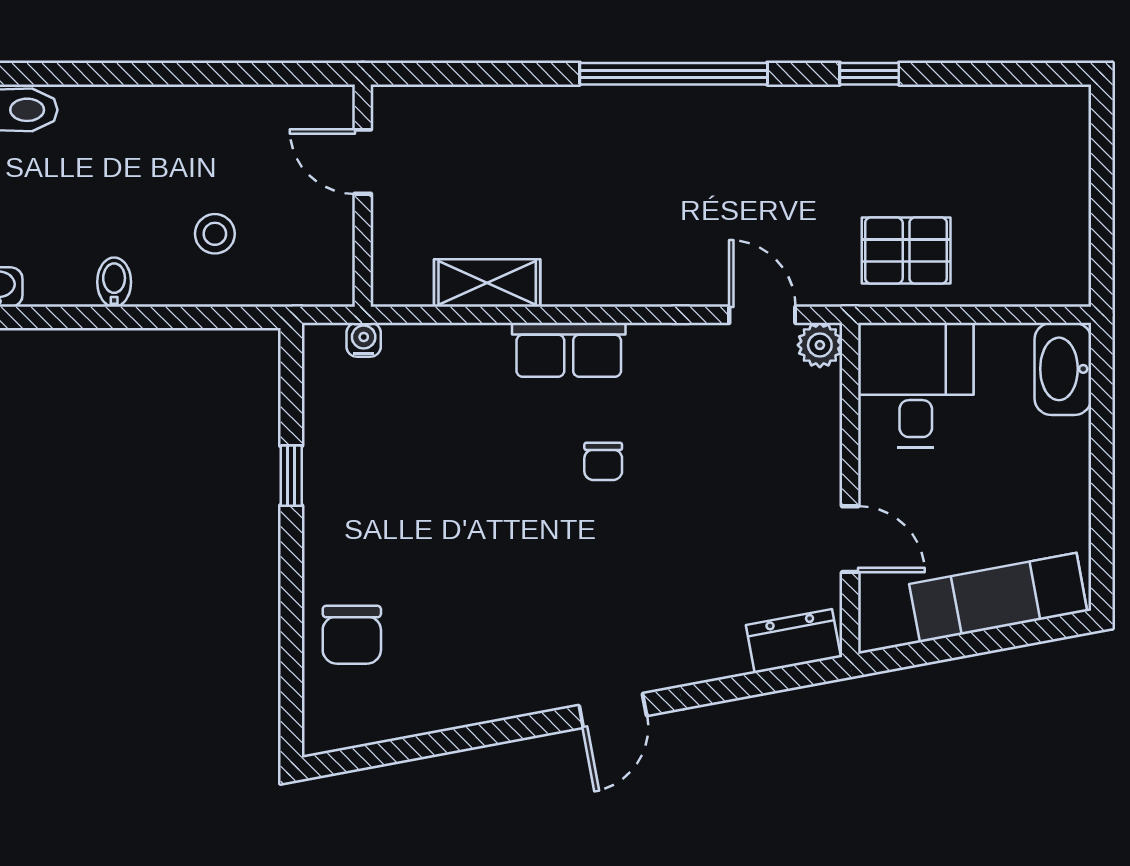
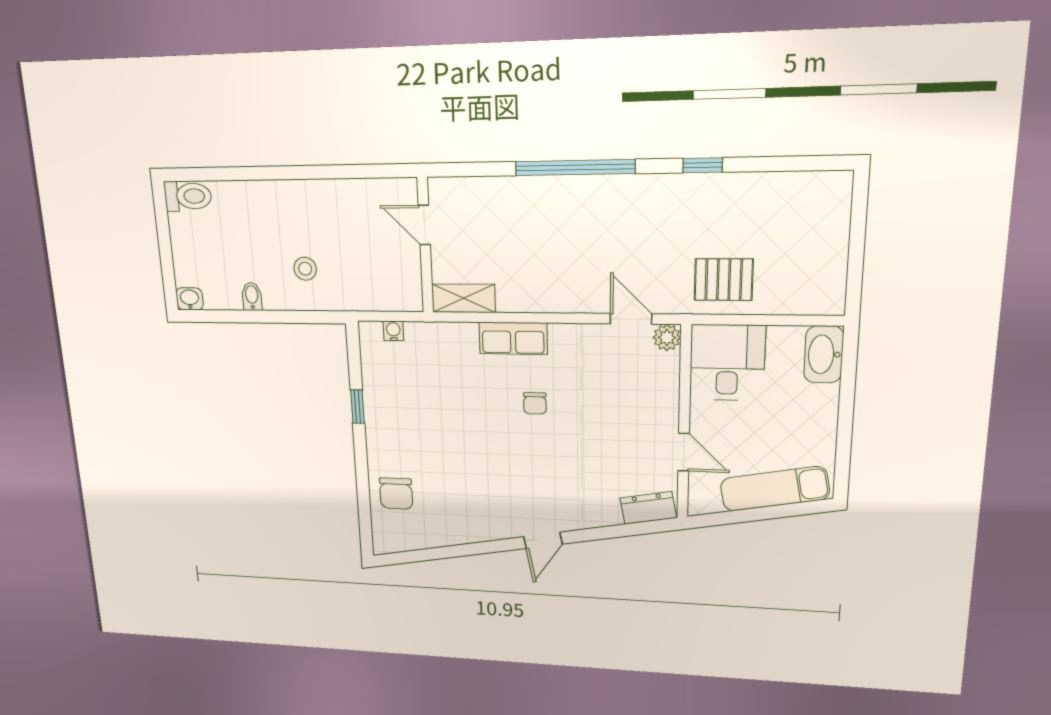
door: (363, 162) -> (424, 225), moved
wall: (363, 196) -> (425, 246), moved

